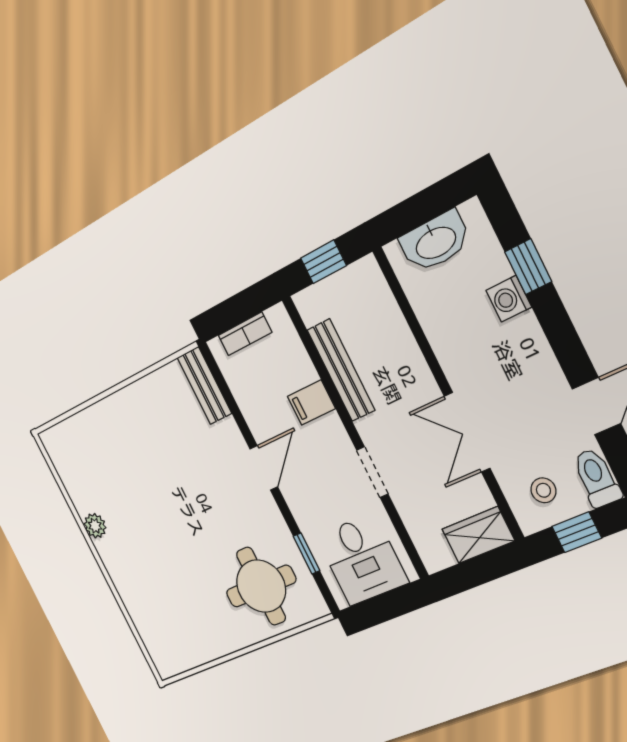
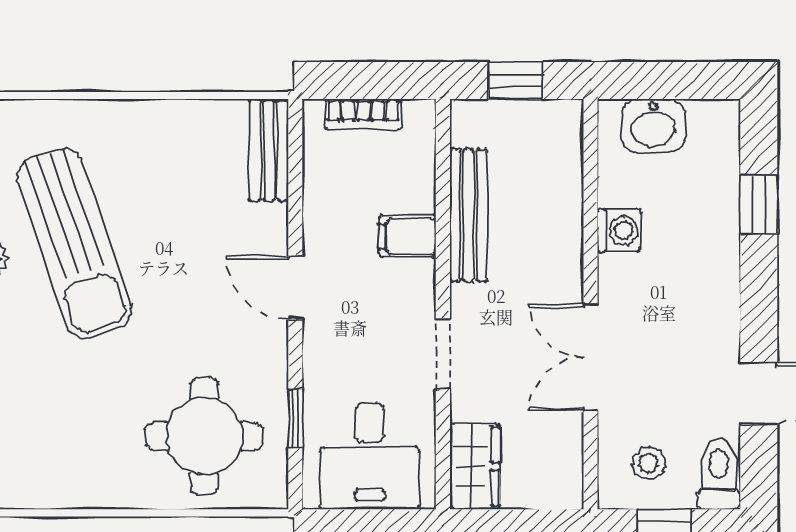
washbasin: (435, 242) -> (653, 126), width x0.72
washing machine: (509, 299) -> (619, 230), moved, turned 180
door: (264, 468) -> (295, 288), swing flipped
sun lounger: (132, 496) -> (74, 243), added
wardrobe: (478, 535) -> (475, 466), moved, turned 90

